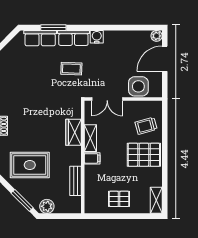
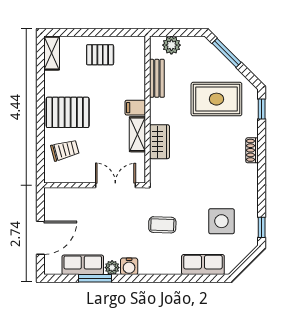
window: (53, 28) -> (95, 278), moved
plant: (157, 36) -> (112, 268), moved
row of seats: (73, 38) -> (83, 265), moved
side table: (138, 86) -> (221, 221), moved
plant: (47, 206) -> (171, 45), moved

